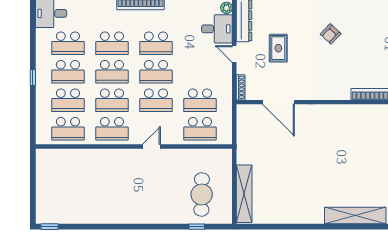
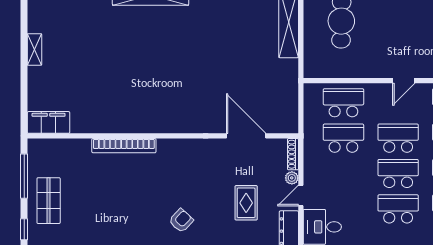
door: (234, 54) -> (301, 196), swing flipped
plant: (242, 68) -> (292, 178), added

